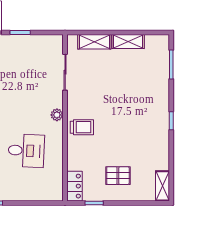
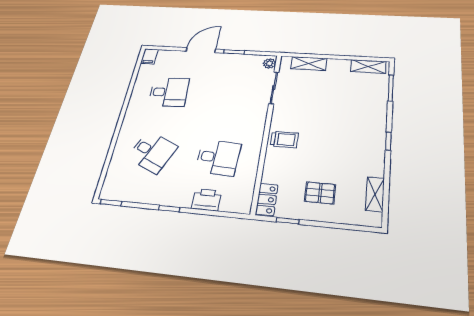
shelving: (128, 42) -> (368, 66), moved
plant: (57, 115) -> (269, 63), moved
shelving: (162, 186) -> (375, 194), moved
printer: (24, 192) -> (206, 200), added

